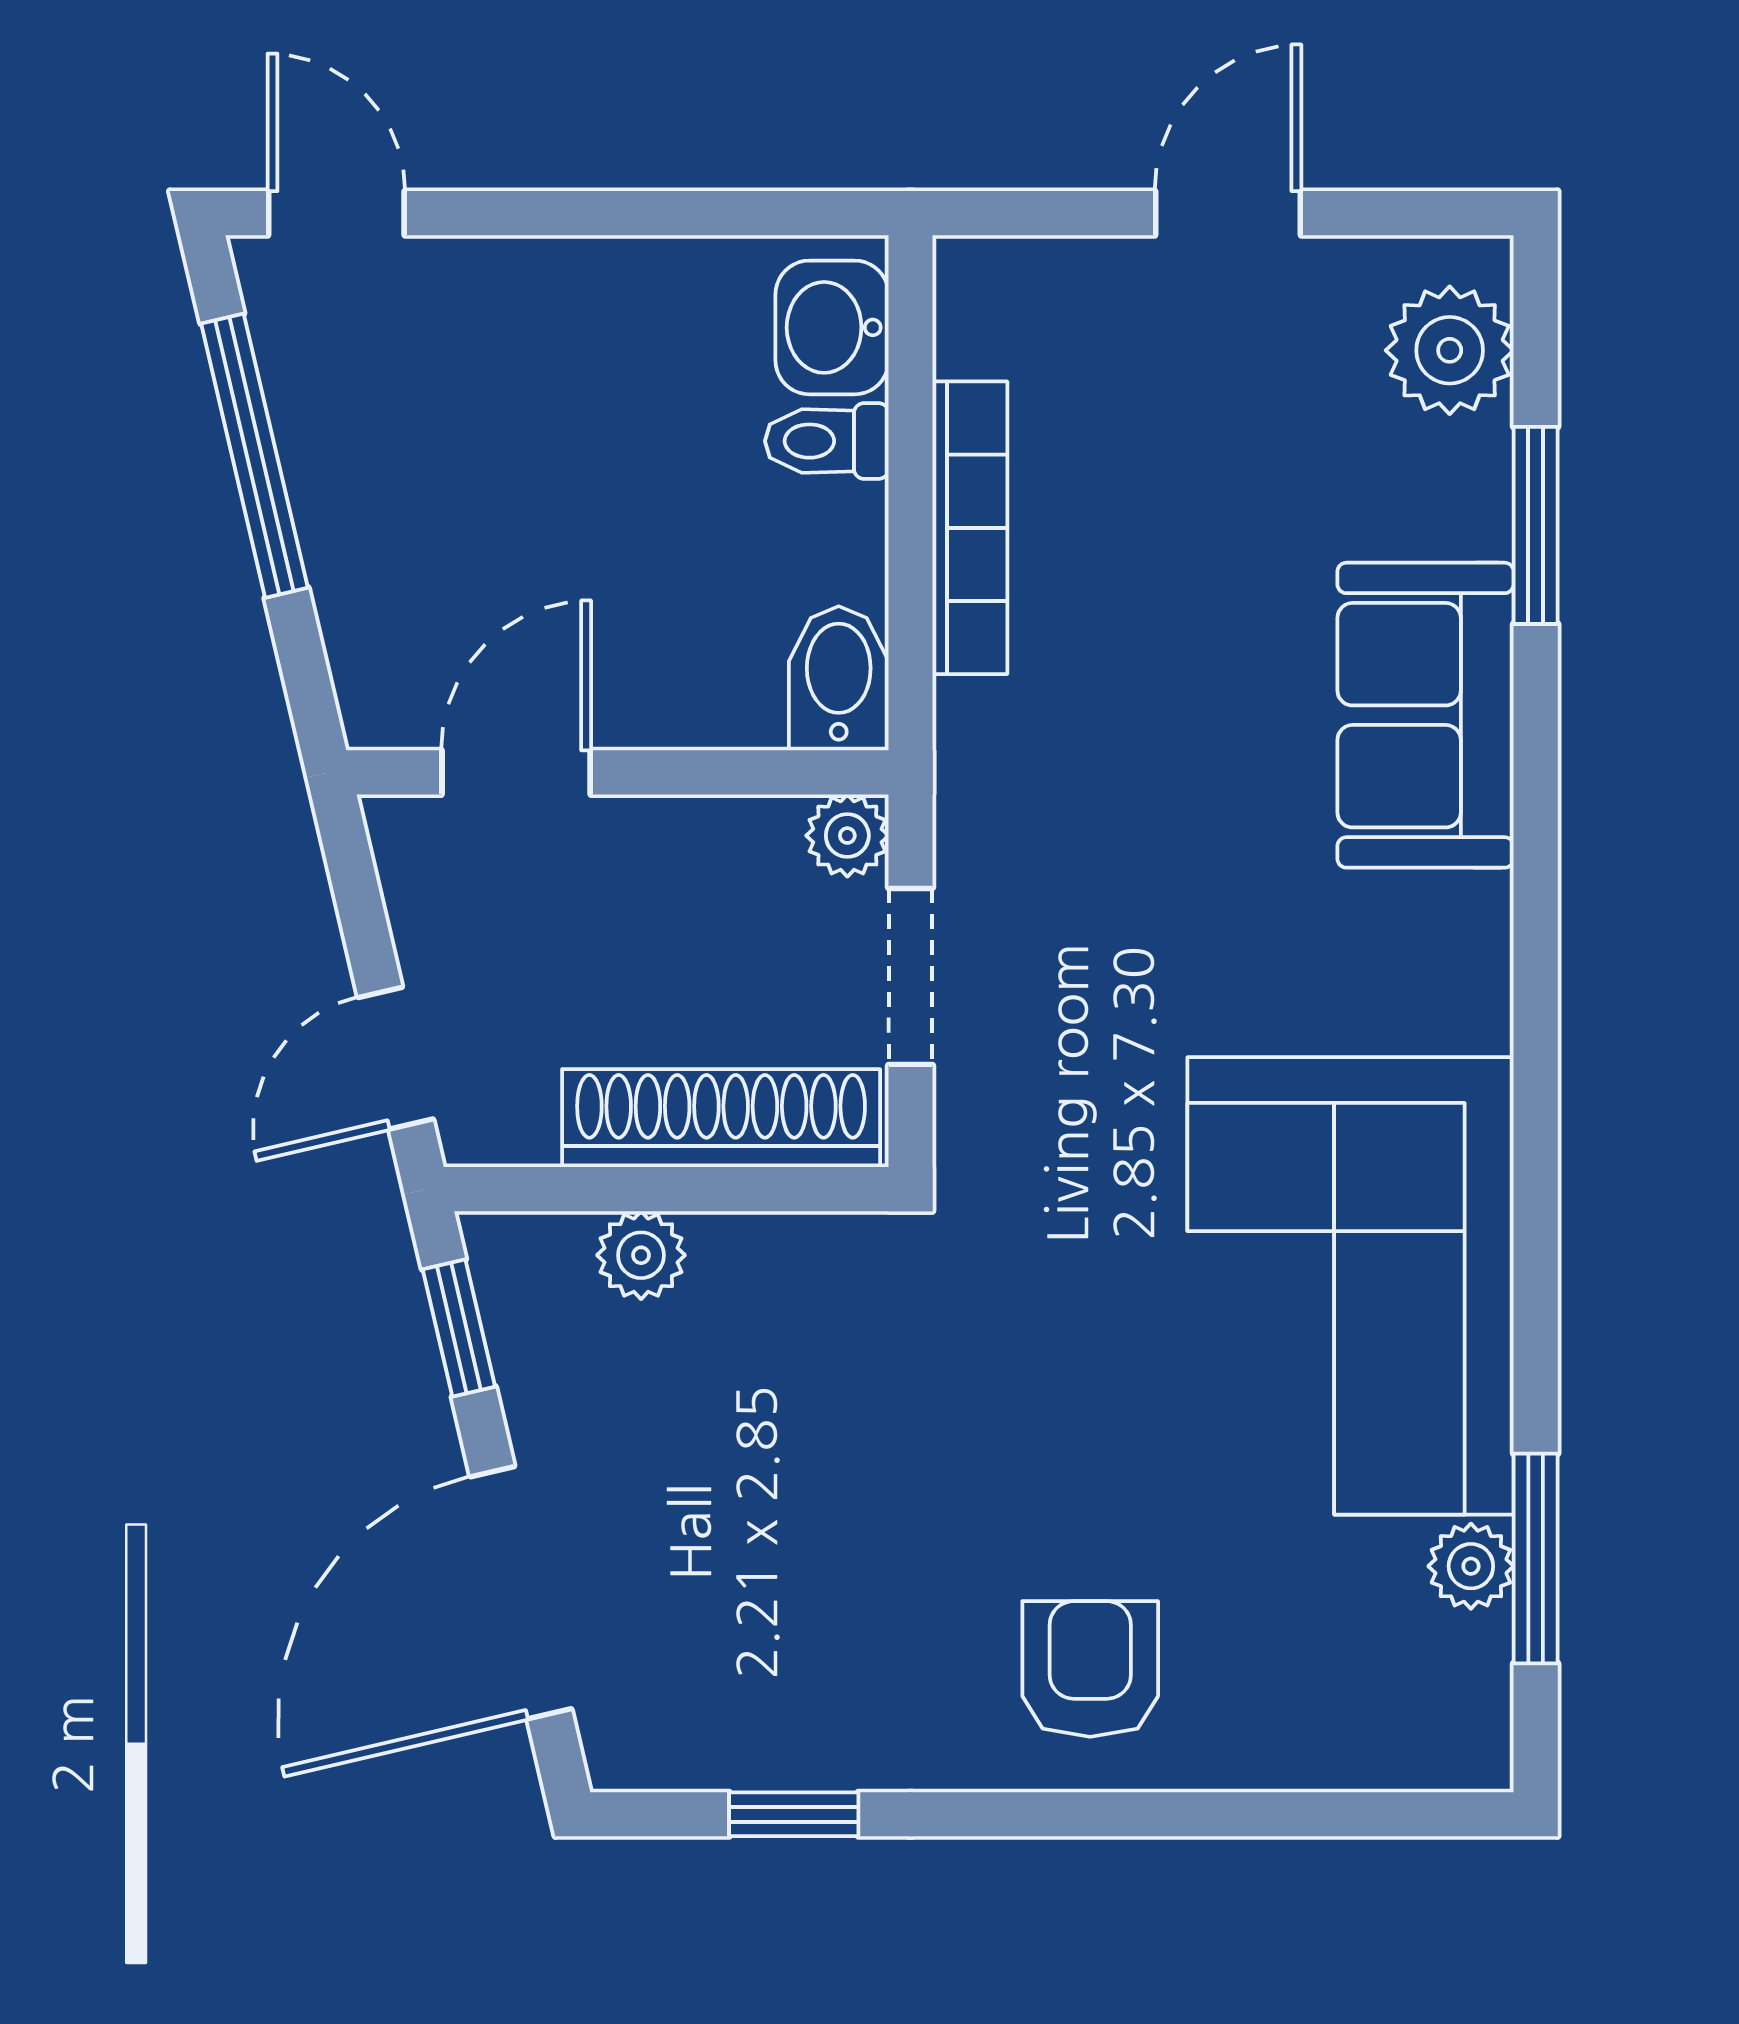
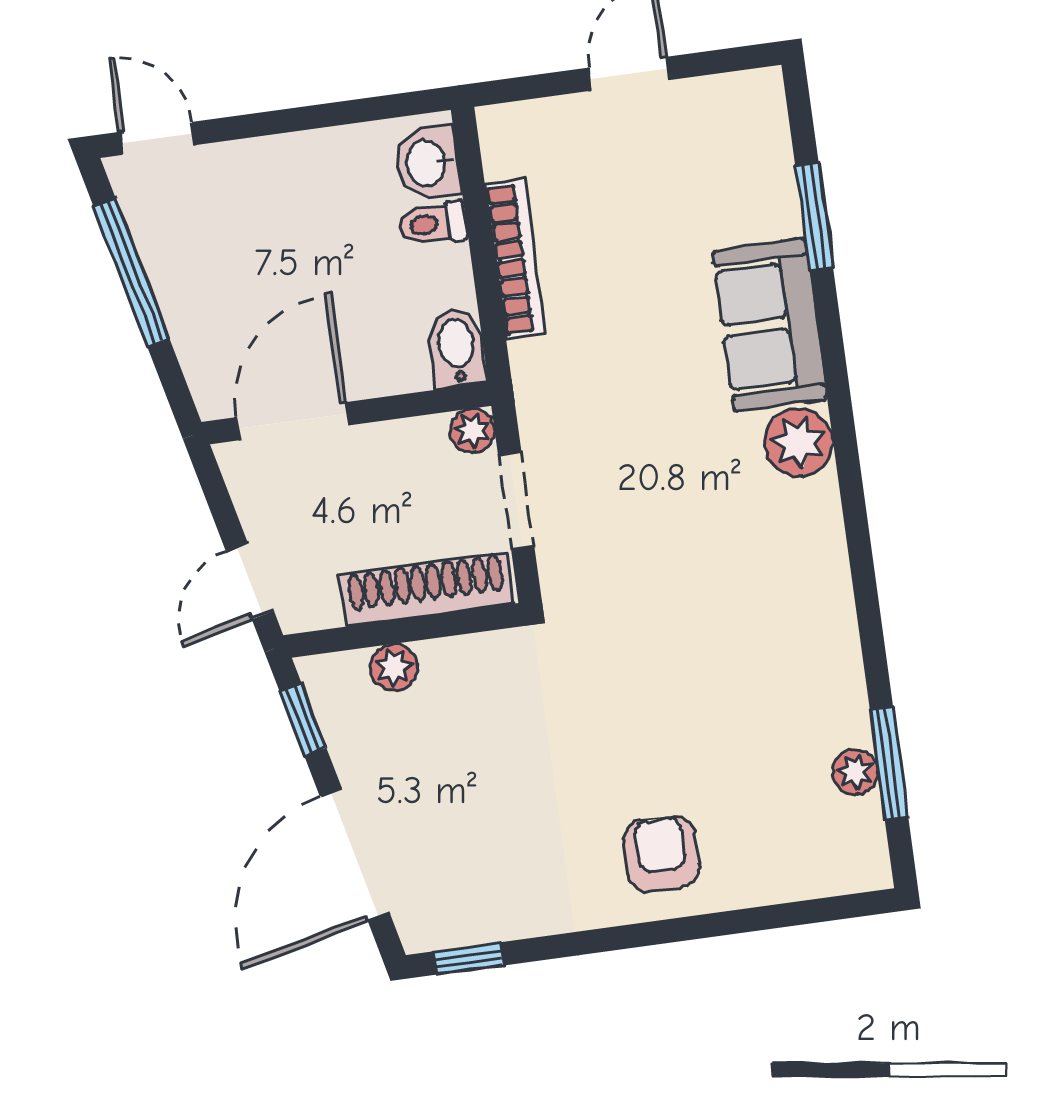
plant: (1450, 350) -> (799, 442), moved
door: (516, 772) -> (293, 421), width x1.38
corner sofa: (1350, 1286) -> (771, 632), removed
window: (794, 1814) -> (469, 958), moved

